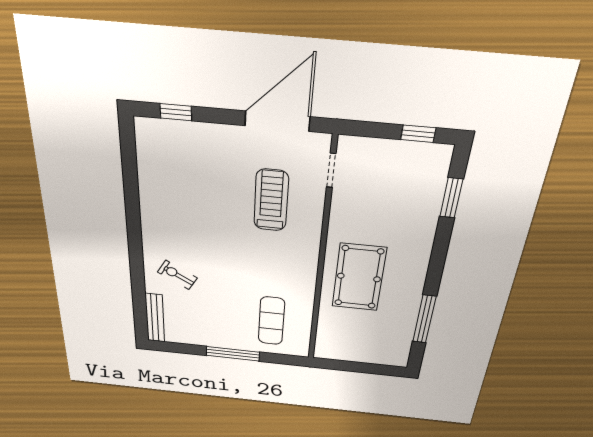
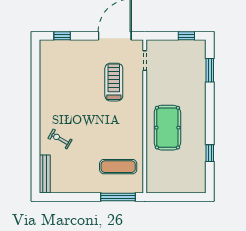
window: (424, 319) -> (210, 153), width x0.46
exercise mat: (271, 321) -> (118, 167), turned 90
window: (233, 354) -> (118, 197), moved

